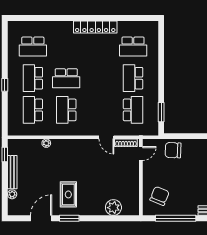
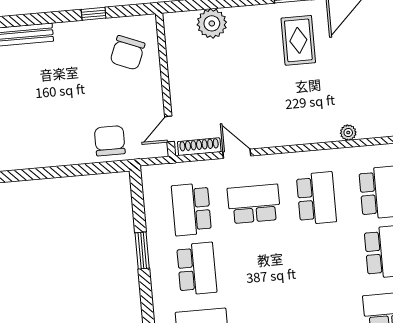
school desk: (66, 78) -> (254, 204), moved
window: (161, 112) -> (142, 250), moved
chair: (173, 150) -> (110, 141), turned -92
window: (176, 218) -> (94, 14), width x0.32

